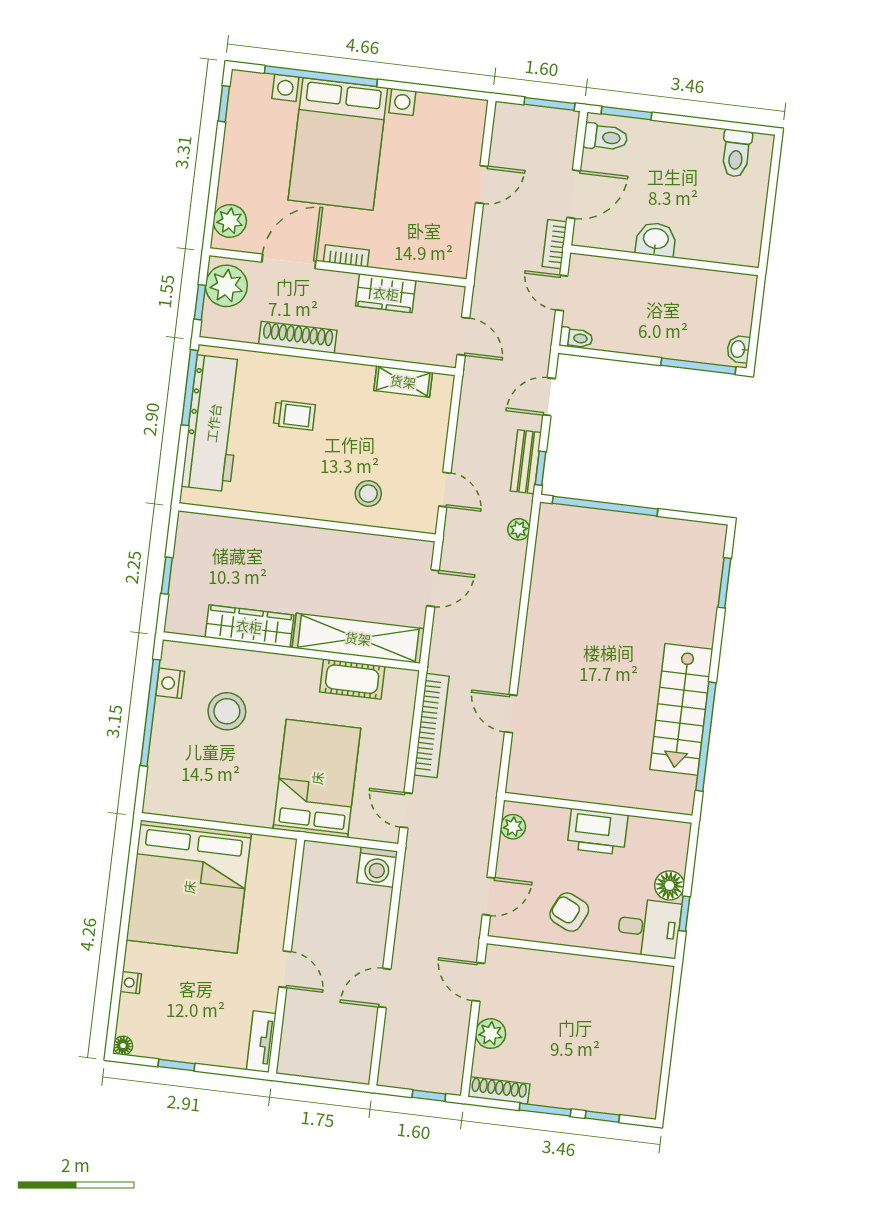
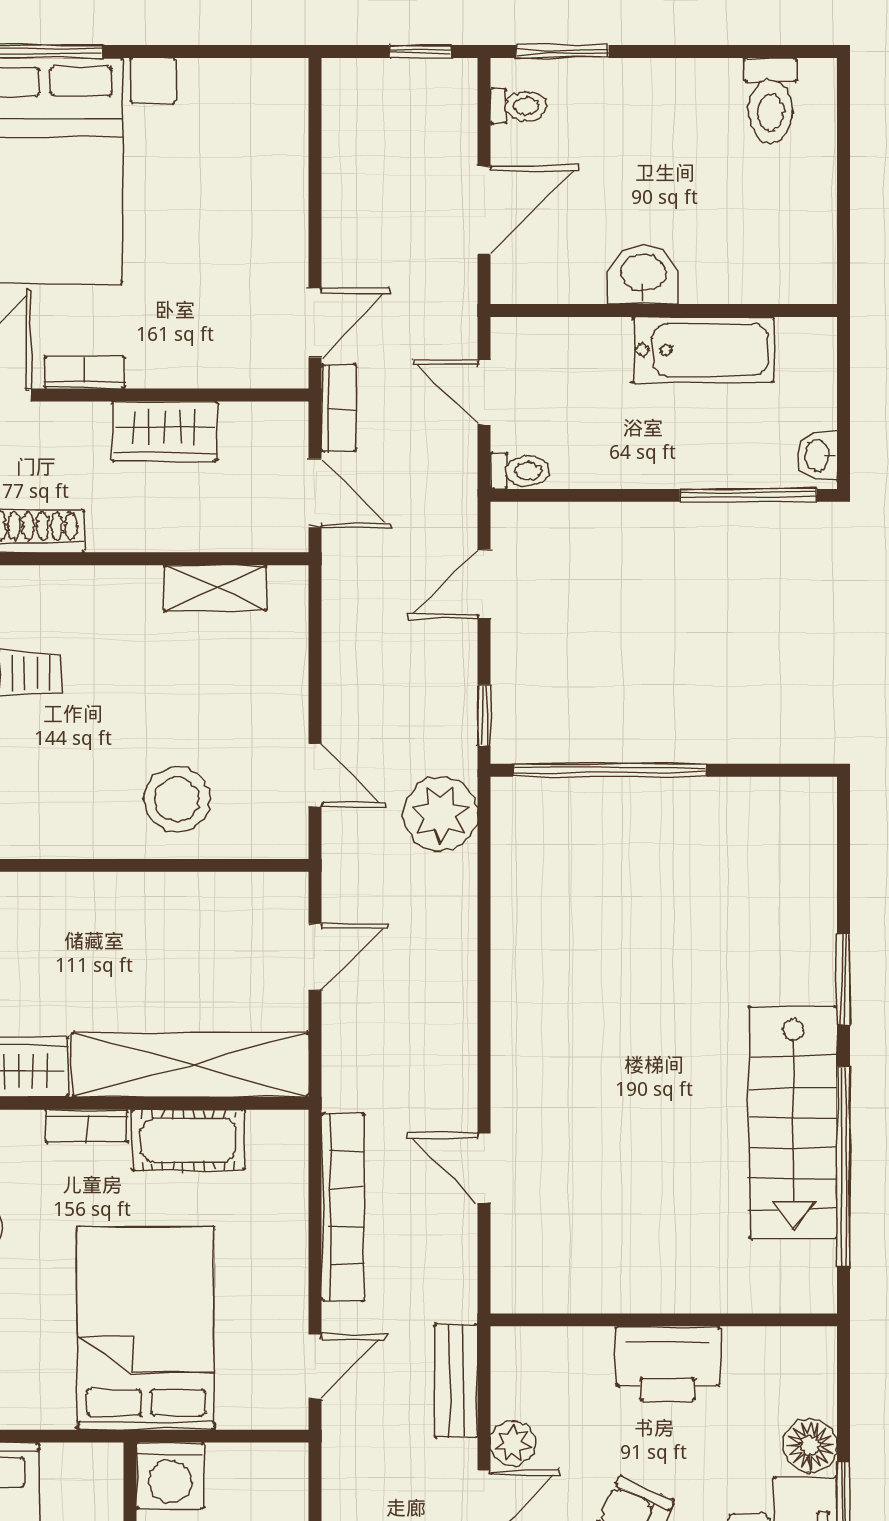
window: (549, 104) -> (420, 51), width x0.67
toilet: (605, 137) -> (519, 106), width x0.73, depth x0.72
door: (482, 184) -> (315, 323), moved
bookcase: (555, 244) -> (339, 408), moved, turned 180
bathtub: (683, 284) -> (703, 350), added
bench: (526, 462) -> (456, 1381), moved
stool: (368, 493) -> (177, 799), width x1.38, depth x1.38
plant: (519, 529) -> (441, 814), width x1.88, depth x1.88
window: (724, 583) -> (843, 979), moved
bookcase: (298, 665) -> (87, 1126), added
door: (406, 810) -> (315, 1367), swing flipped
plant: (513, 827) -> (513, 1443), moved
washing machine: (377, 867) -> (170, 1476), moved

